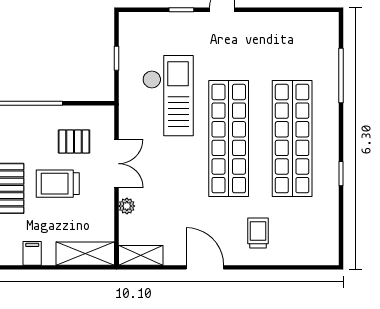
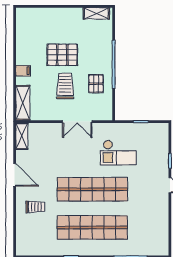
checkout: (168, 96) -> (118, 153), width x0.73, depth x0.83
pallet: (74, 142) -> (96, 84), moved
plant: (127, 206) -> (52, 128), removed
door: (205, 267) -> (15, 175), hinge flipped

